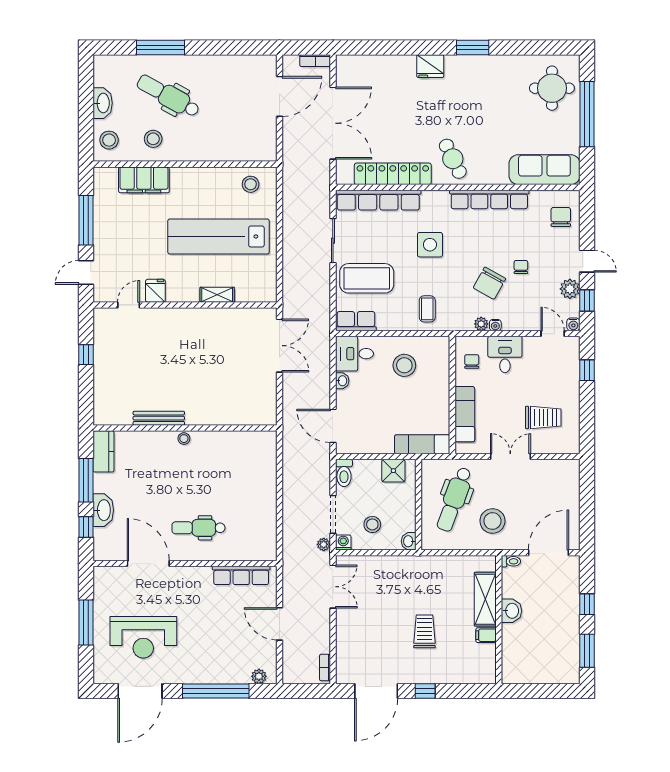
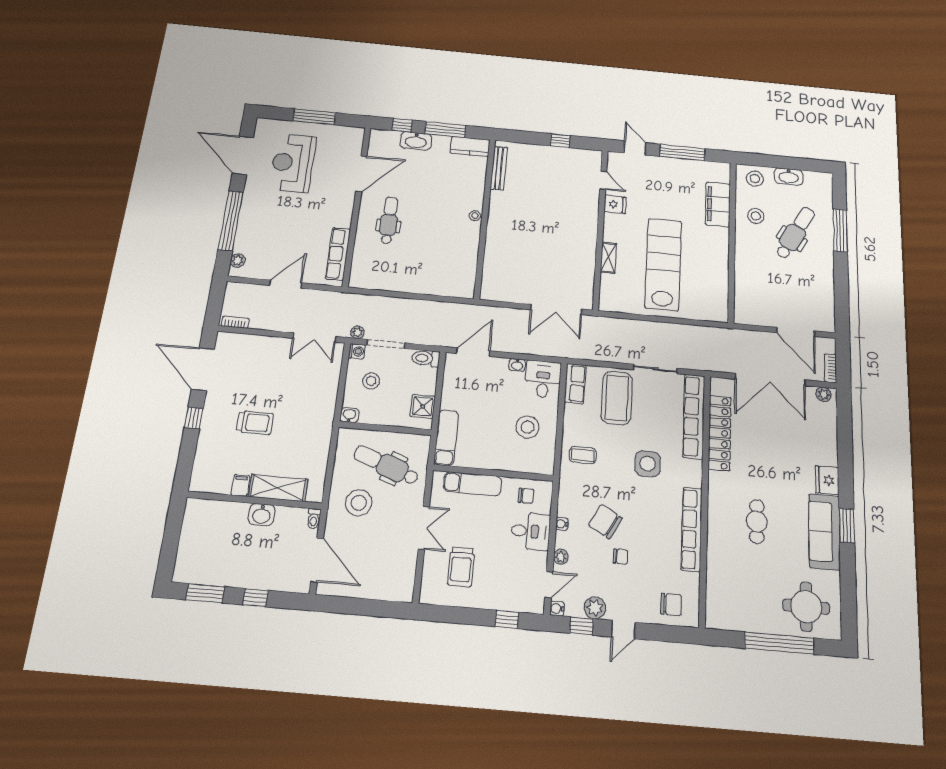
plant: (343, 68) -> (824, 394), added
cafe table: (453, 159) -> (757, 522), moved, turned -64
sofa: (544, 170) -> (824, 532), moved, turned 180
stool: (251, 184) -> (712, 297), removed
plant: (481, 324) -> (561, 557), moved
bench: (159, 418) -> (499, 168), moved

